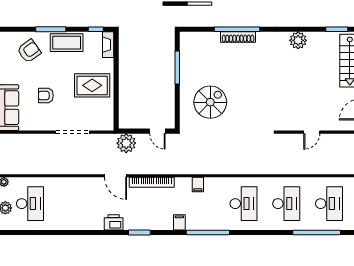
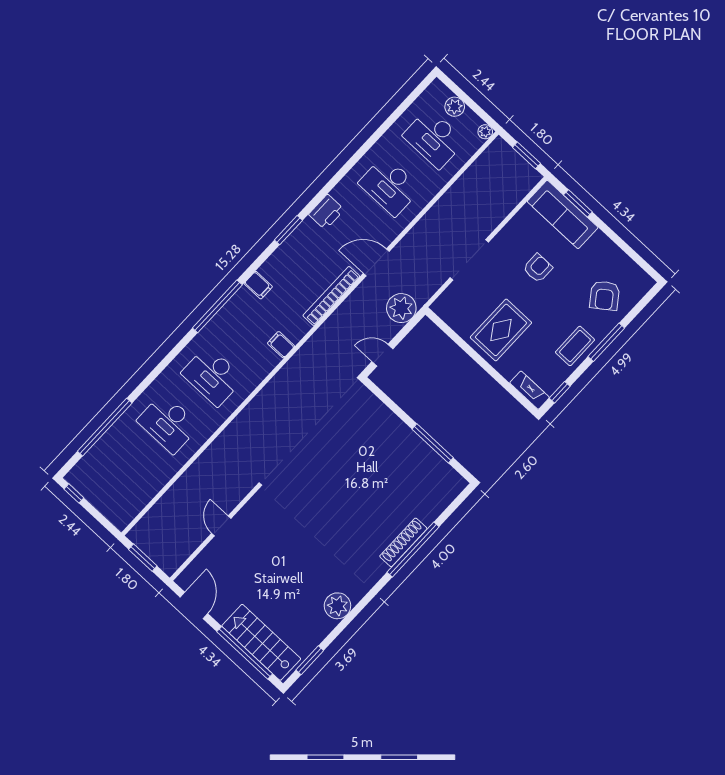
coffee table: (67, 43) -> (575, 346), width x0.73, depth x0.76
spiral stairs: (210, 102) -> (360, 444), removed
desk: (329, 204) -> (390, 186), moved

